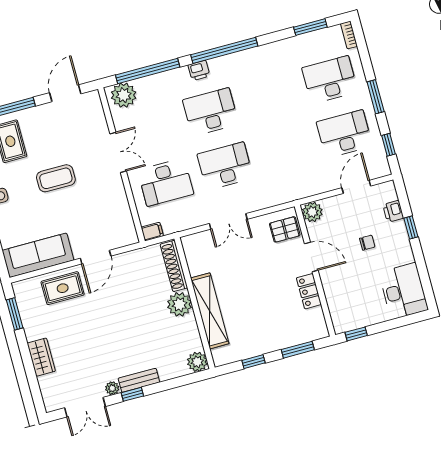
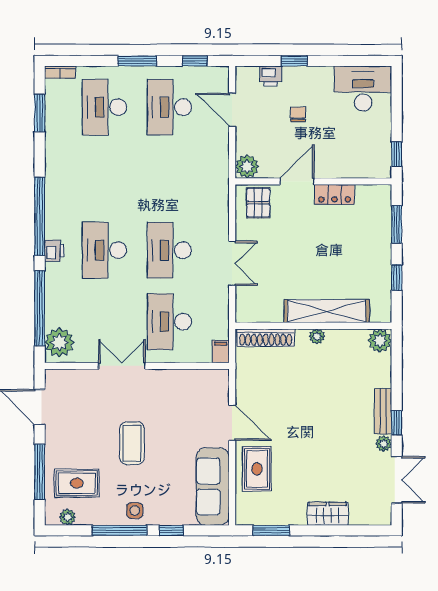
desk: (166, 182) -> (169, 322), turned 180
plant: (179, 304) -> (317, 336), width x0.53, depth x0.53

